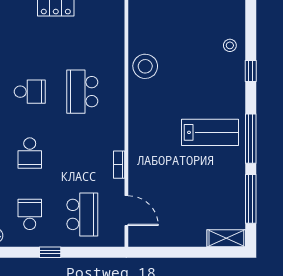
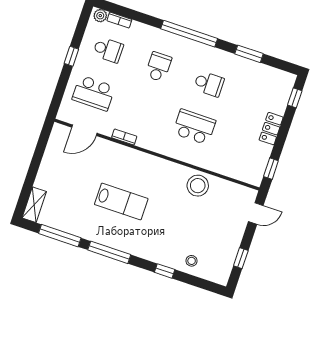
school desk: (30, 92) -> (209, 84), turned -90
lab bench: (210, 132) -> (121, 202), moved, turned -90
school desk: (30, 153) -> (158, 67), turned 90

